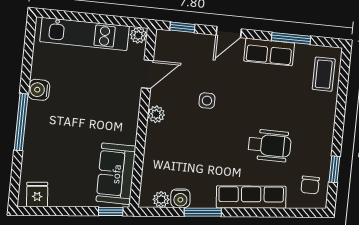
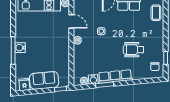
door: (147, 74) -> (71, 21), hinge flipped
water cooler: (39, 90) -> (20, 48), moved
wheelchair: (270, 145) -> (133, 50), turned 180
sofa: (116, 174) -> (44, 80), moved, turned 85
row of seats: (251, 197) -> (115, 76), moved

